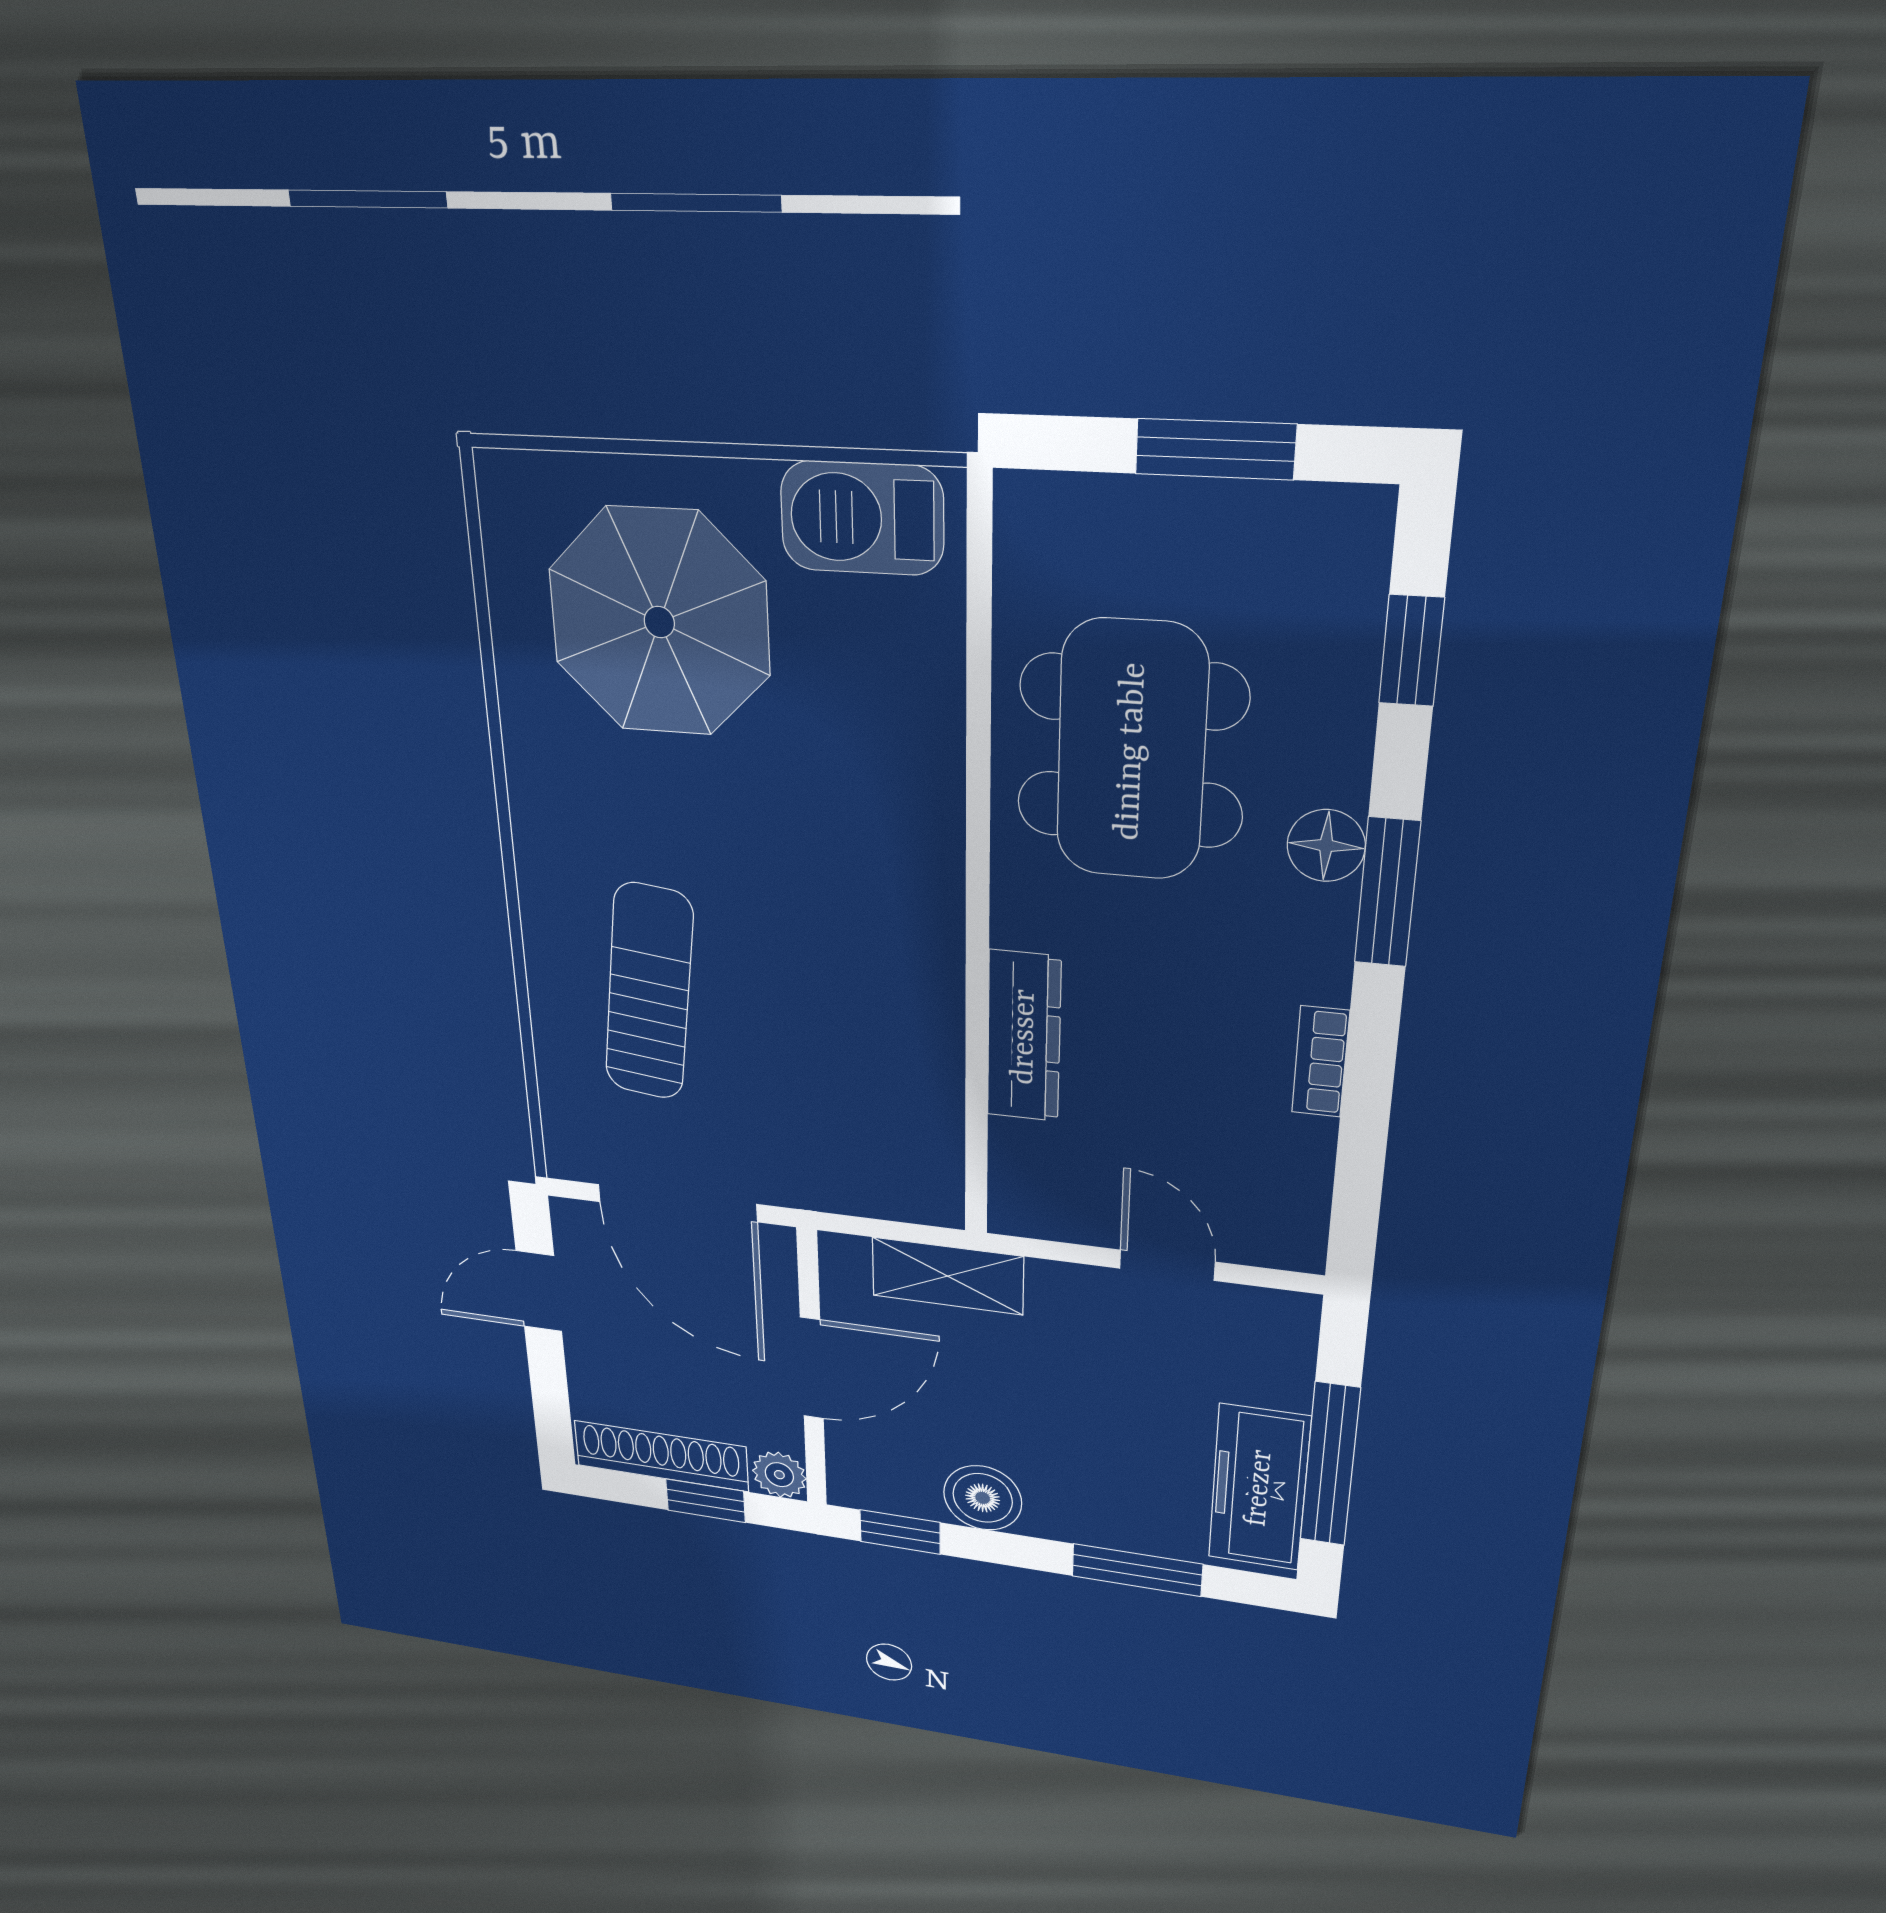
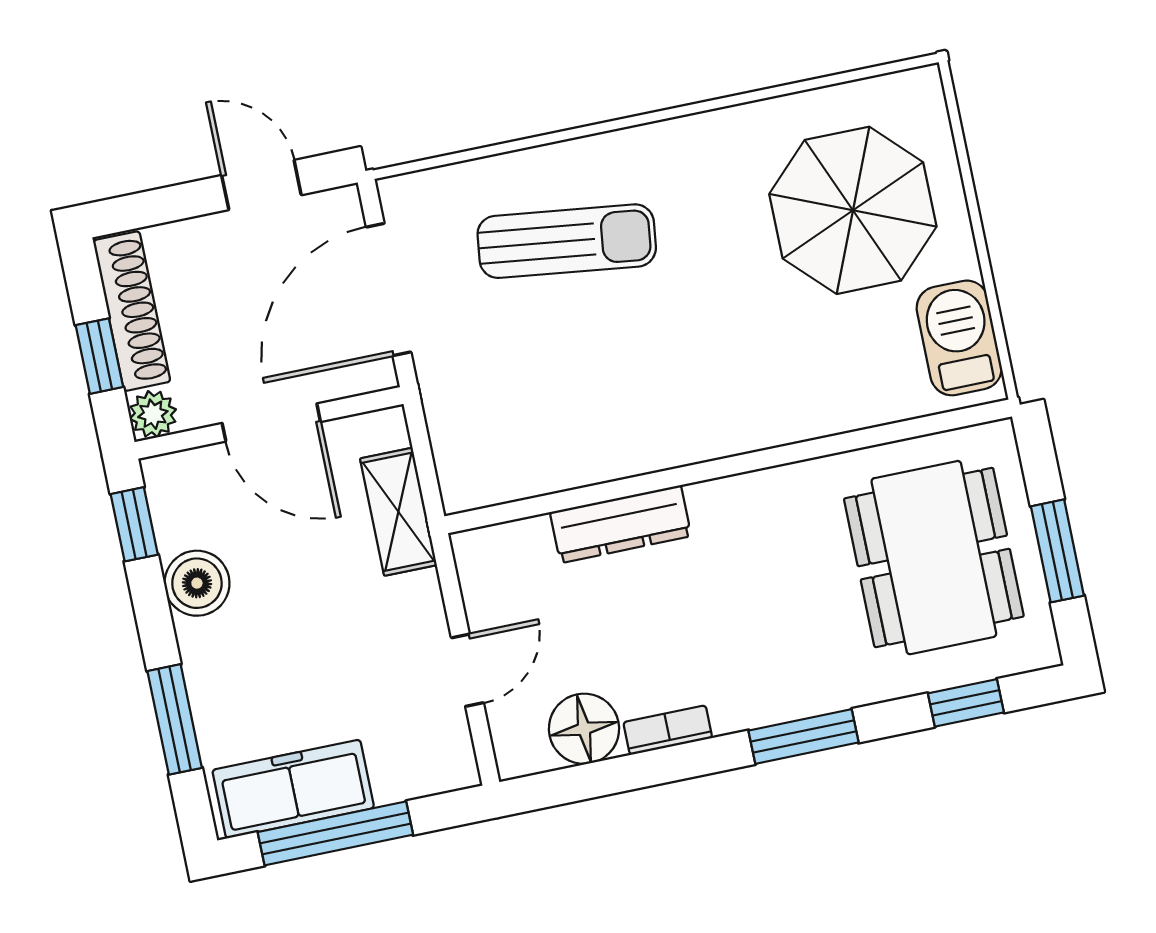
dining table: (1131, 751) -> (934, 558), moved, turned 90
floor lamp: (1326, 846) -> (584, 729), moved, width x1.38, depth x1.38

